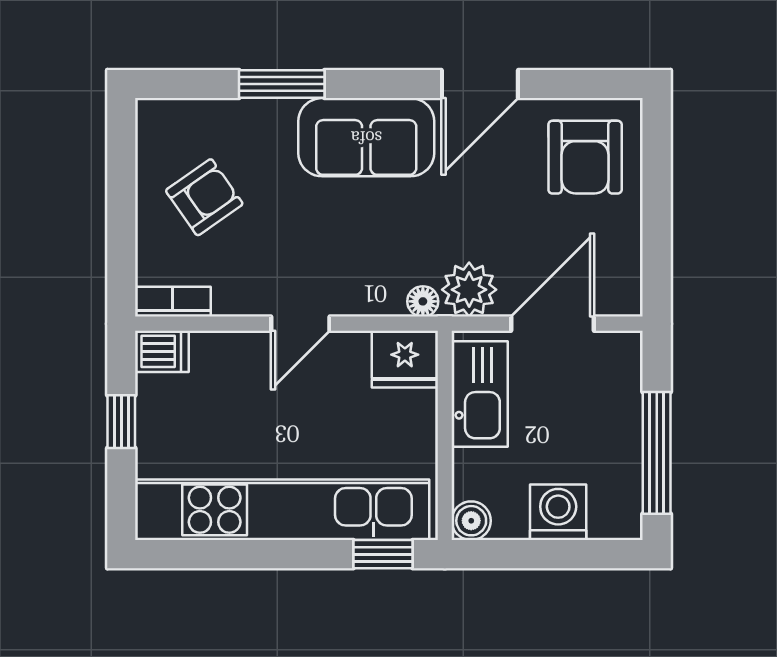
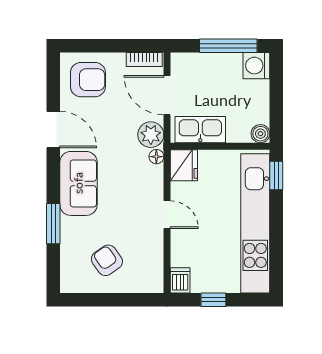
bookcase: (173, 302) -> (144, 59), moved, turned -90
washing machine: (558, 512) -> (256, 66), moved

